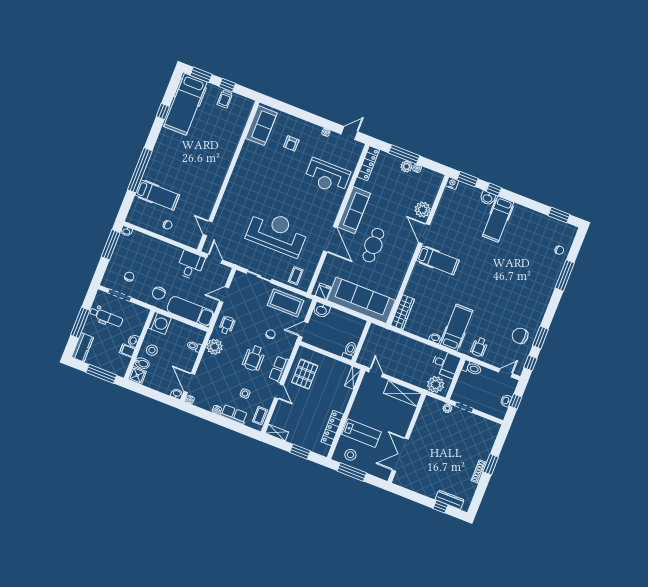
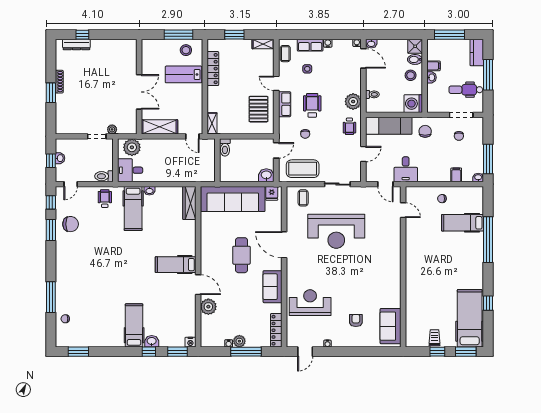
sofa: (354, 210) -> (273, 287), width x0.73
filing cabinet: (146, 242) -> (456, 175), added
double door: (400, 455) -> (139, 92), moved

